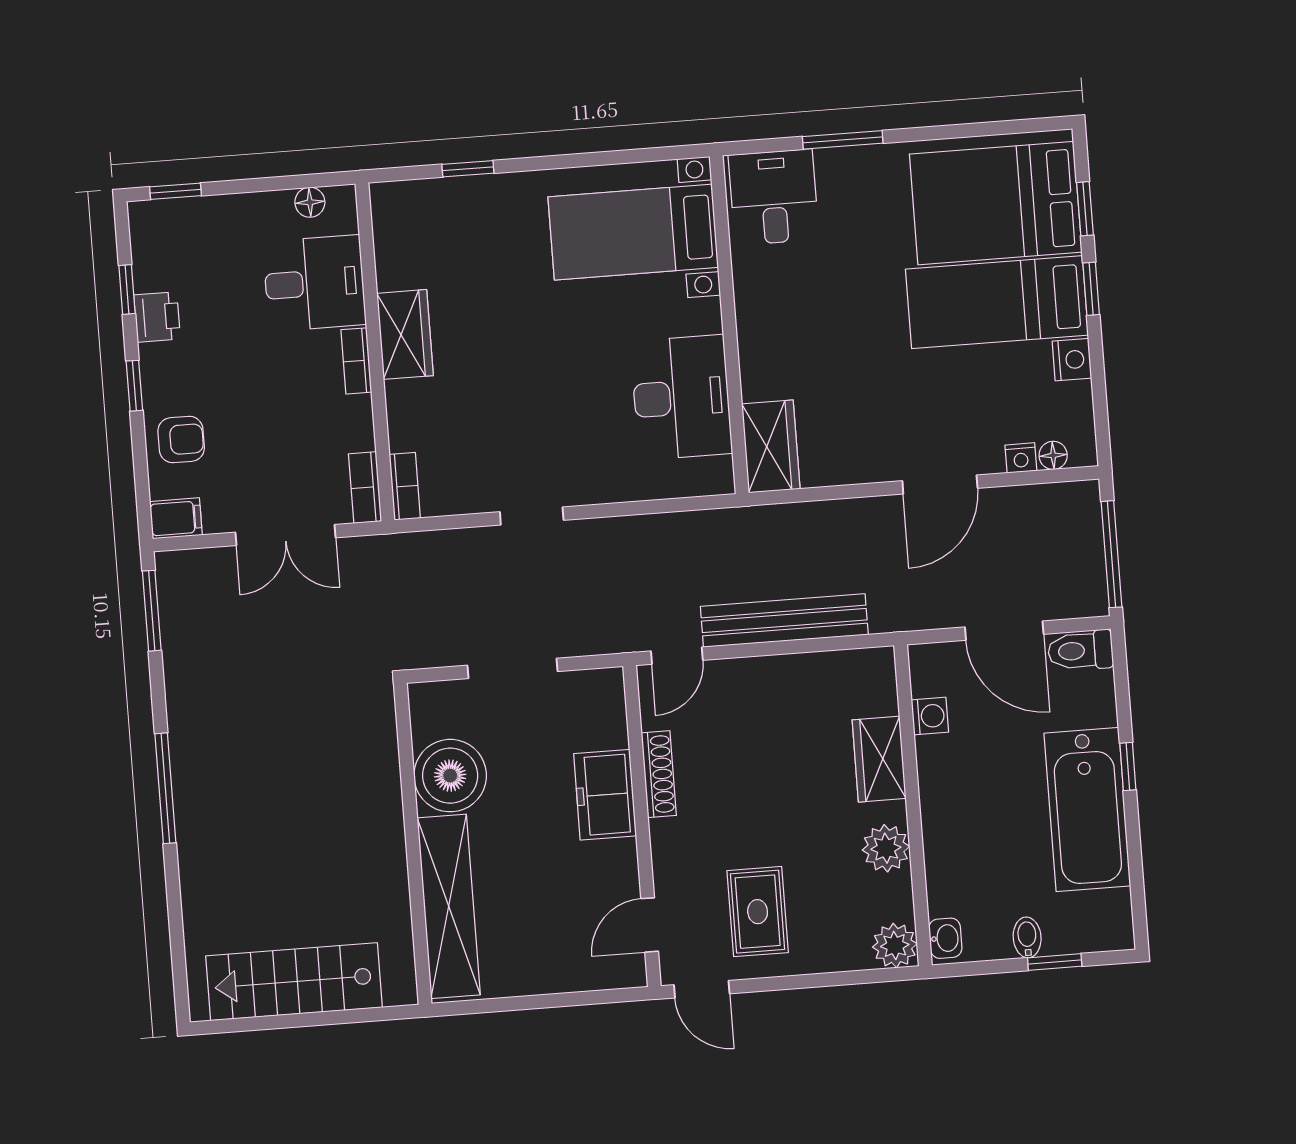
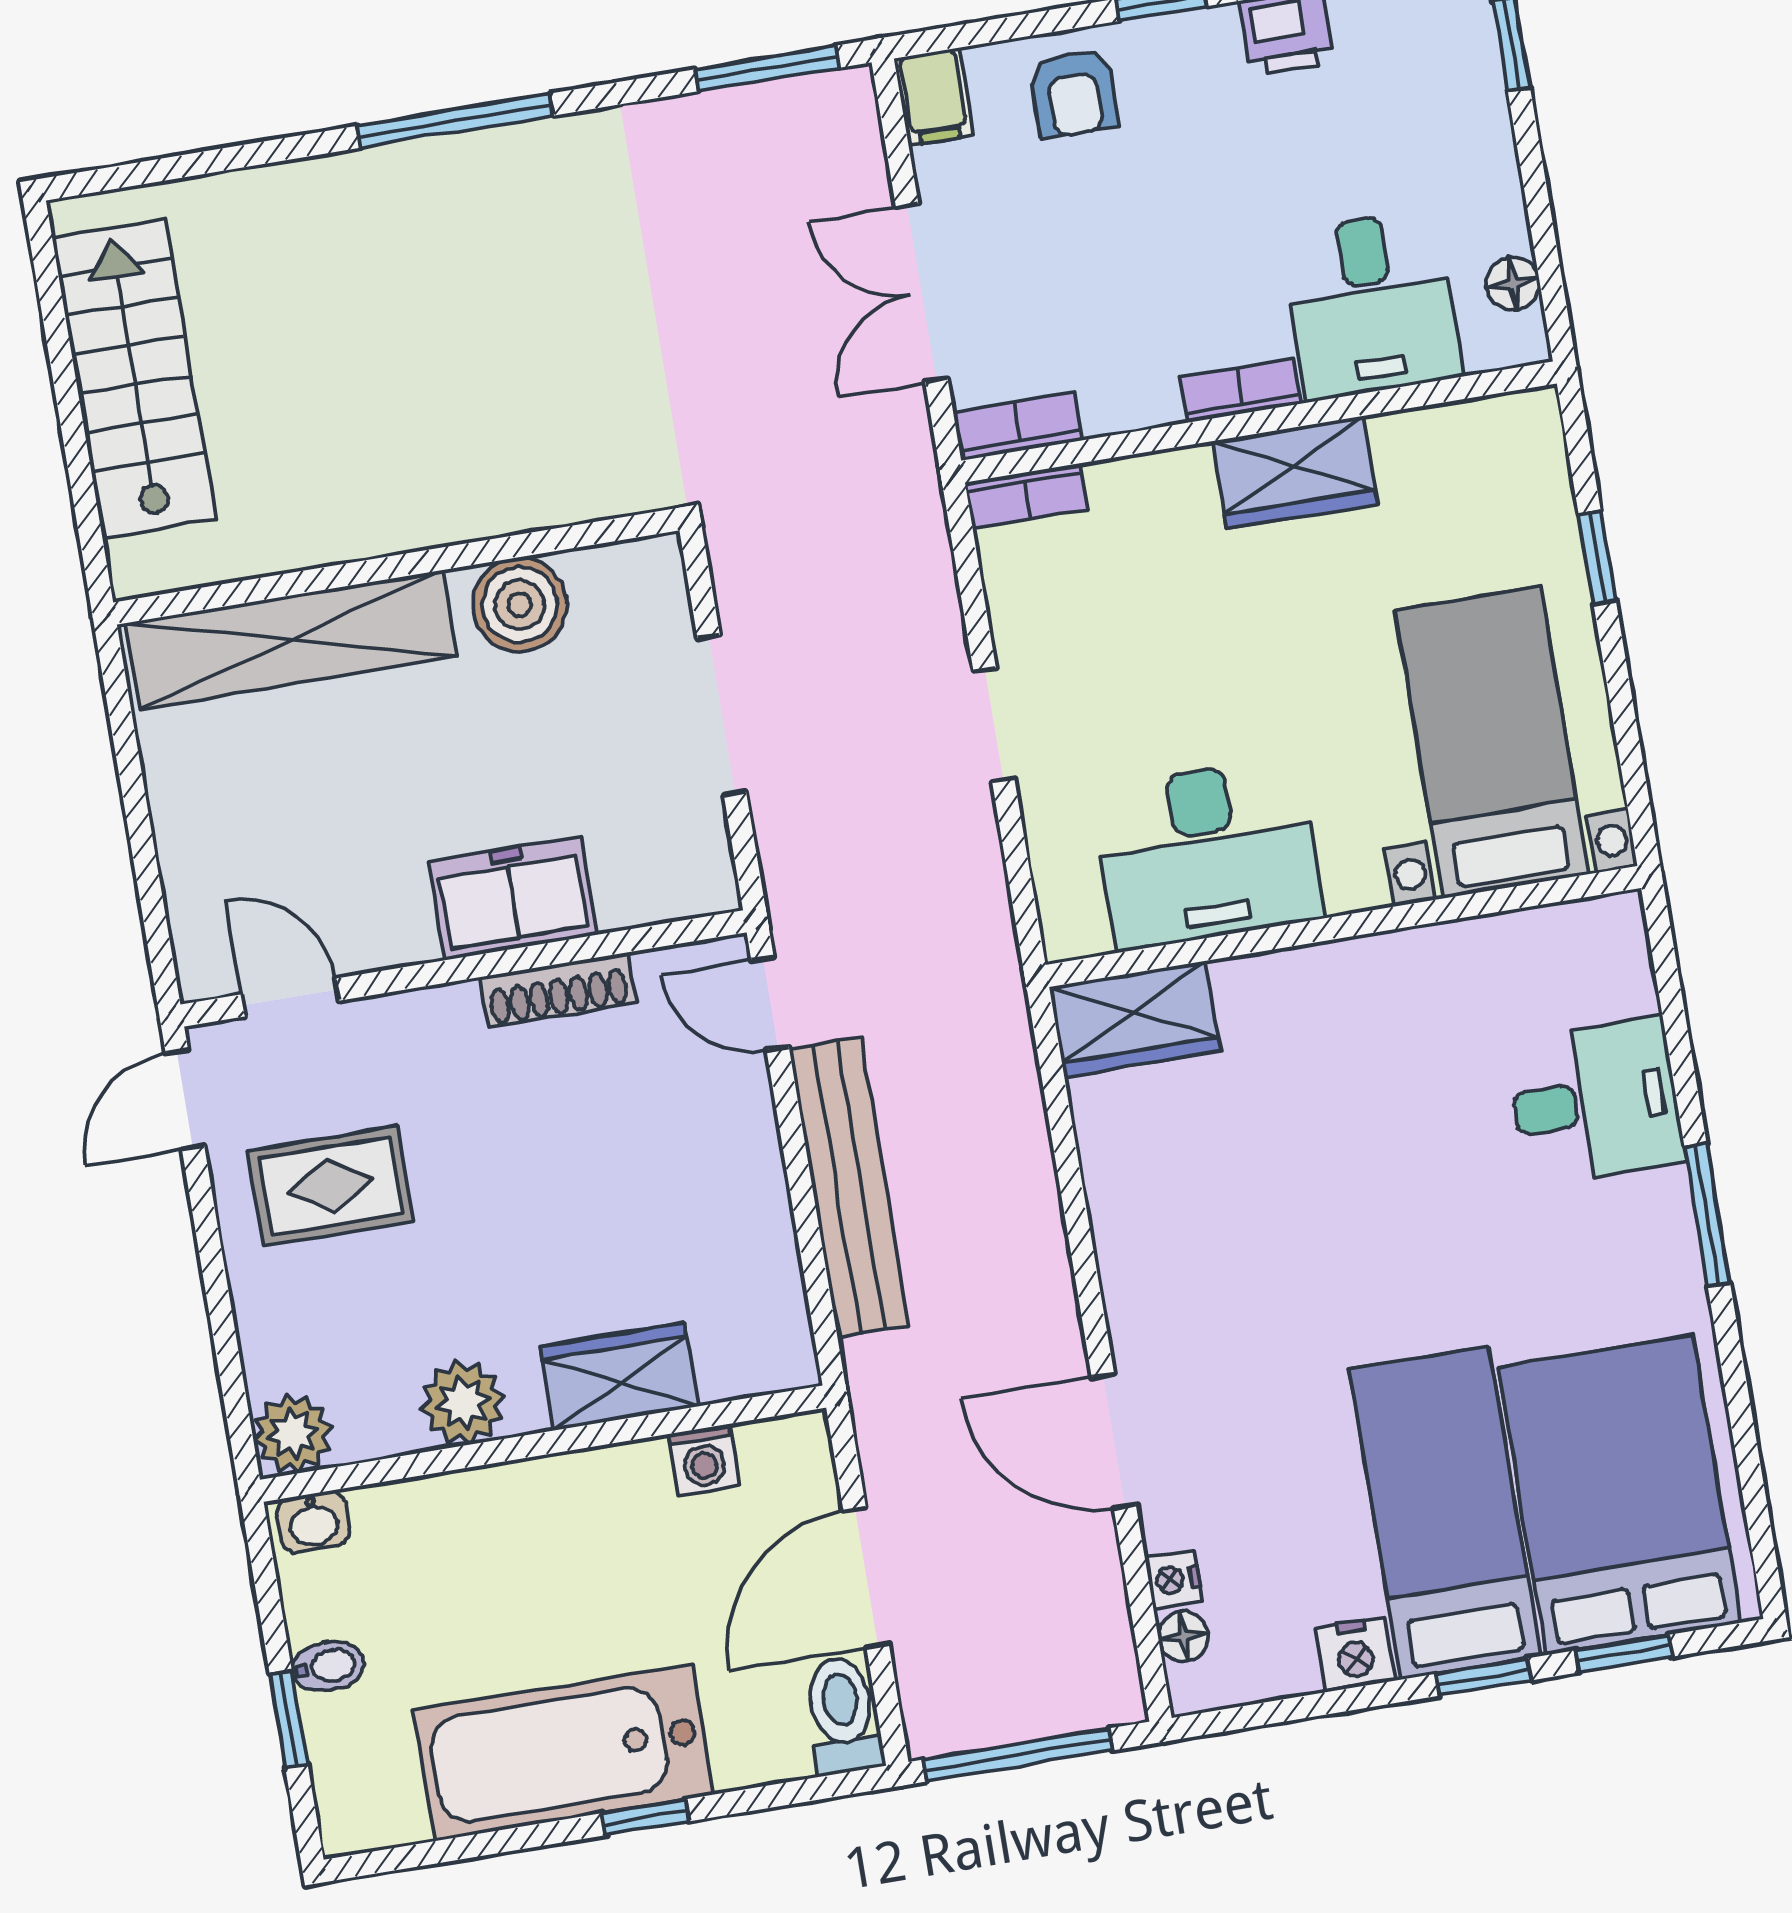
bed with nightstands: (633, 232) -> (1492, 742), moved
wall: (729, 325) -> (1343, 926), moved
desk: (681, 397) -> (1207, 853), moved
wardrobe: (771, 446) -> (1135, 1019), moved
boiler: (450, 776) -> (520, 605), width x0.73, depth x0.73

